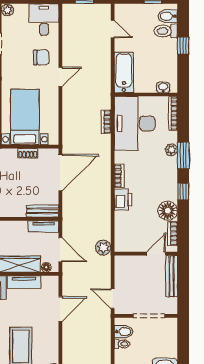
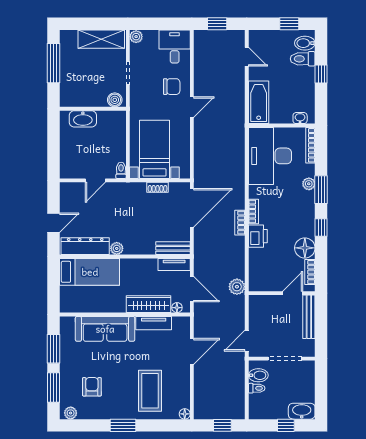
bookcase: (106, 122) -> (240, 223), moved
door: (113, 299) -> (247, 341), hinge flipped

